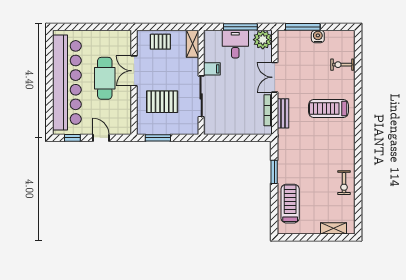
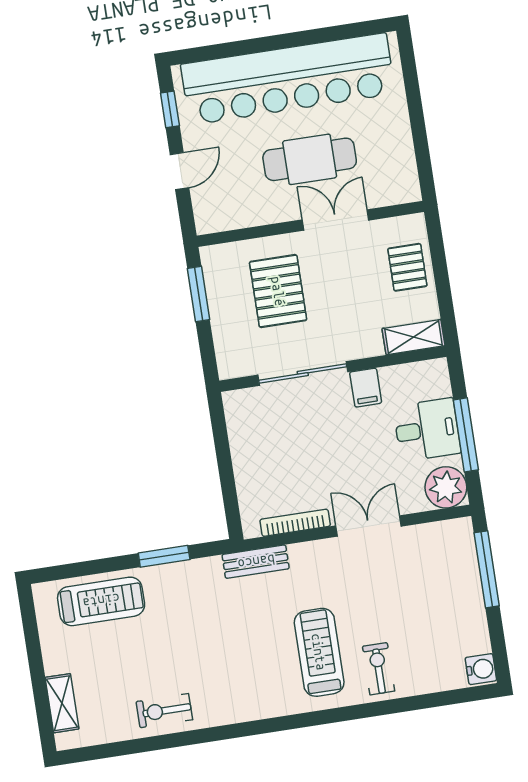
water cooler: (318, 36) -> (481, 669), moved
exercise bike: (342, 65) -> (379, 669), moved
bench: (283, 113) -> (256, 562), moved

